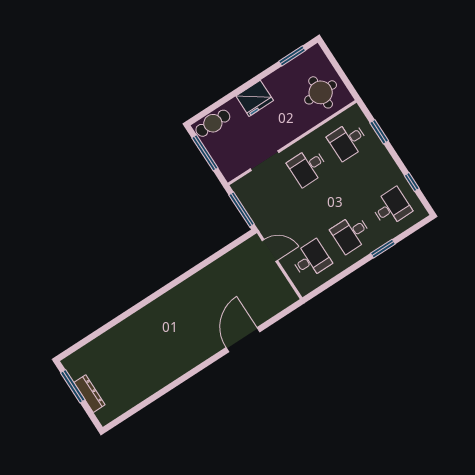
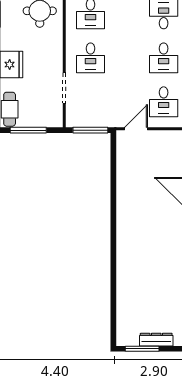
desk: (311, 259) -> (164, 102), turned 180

